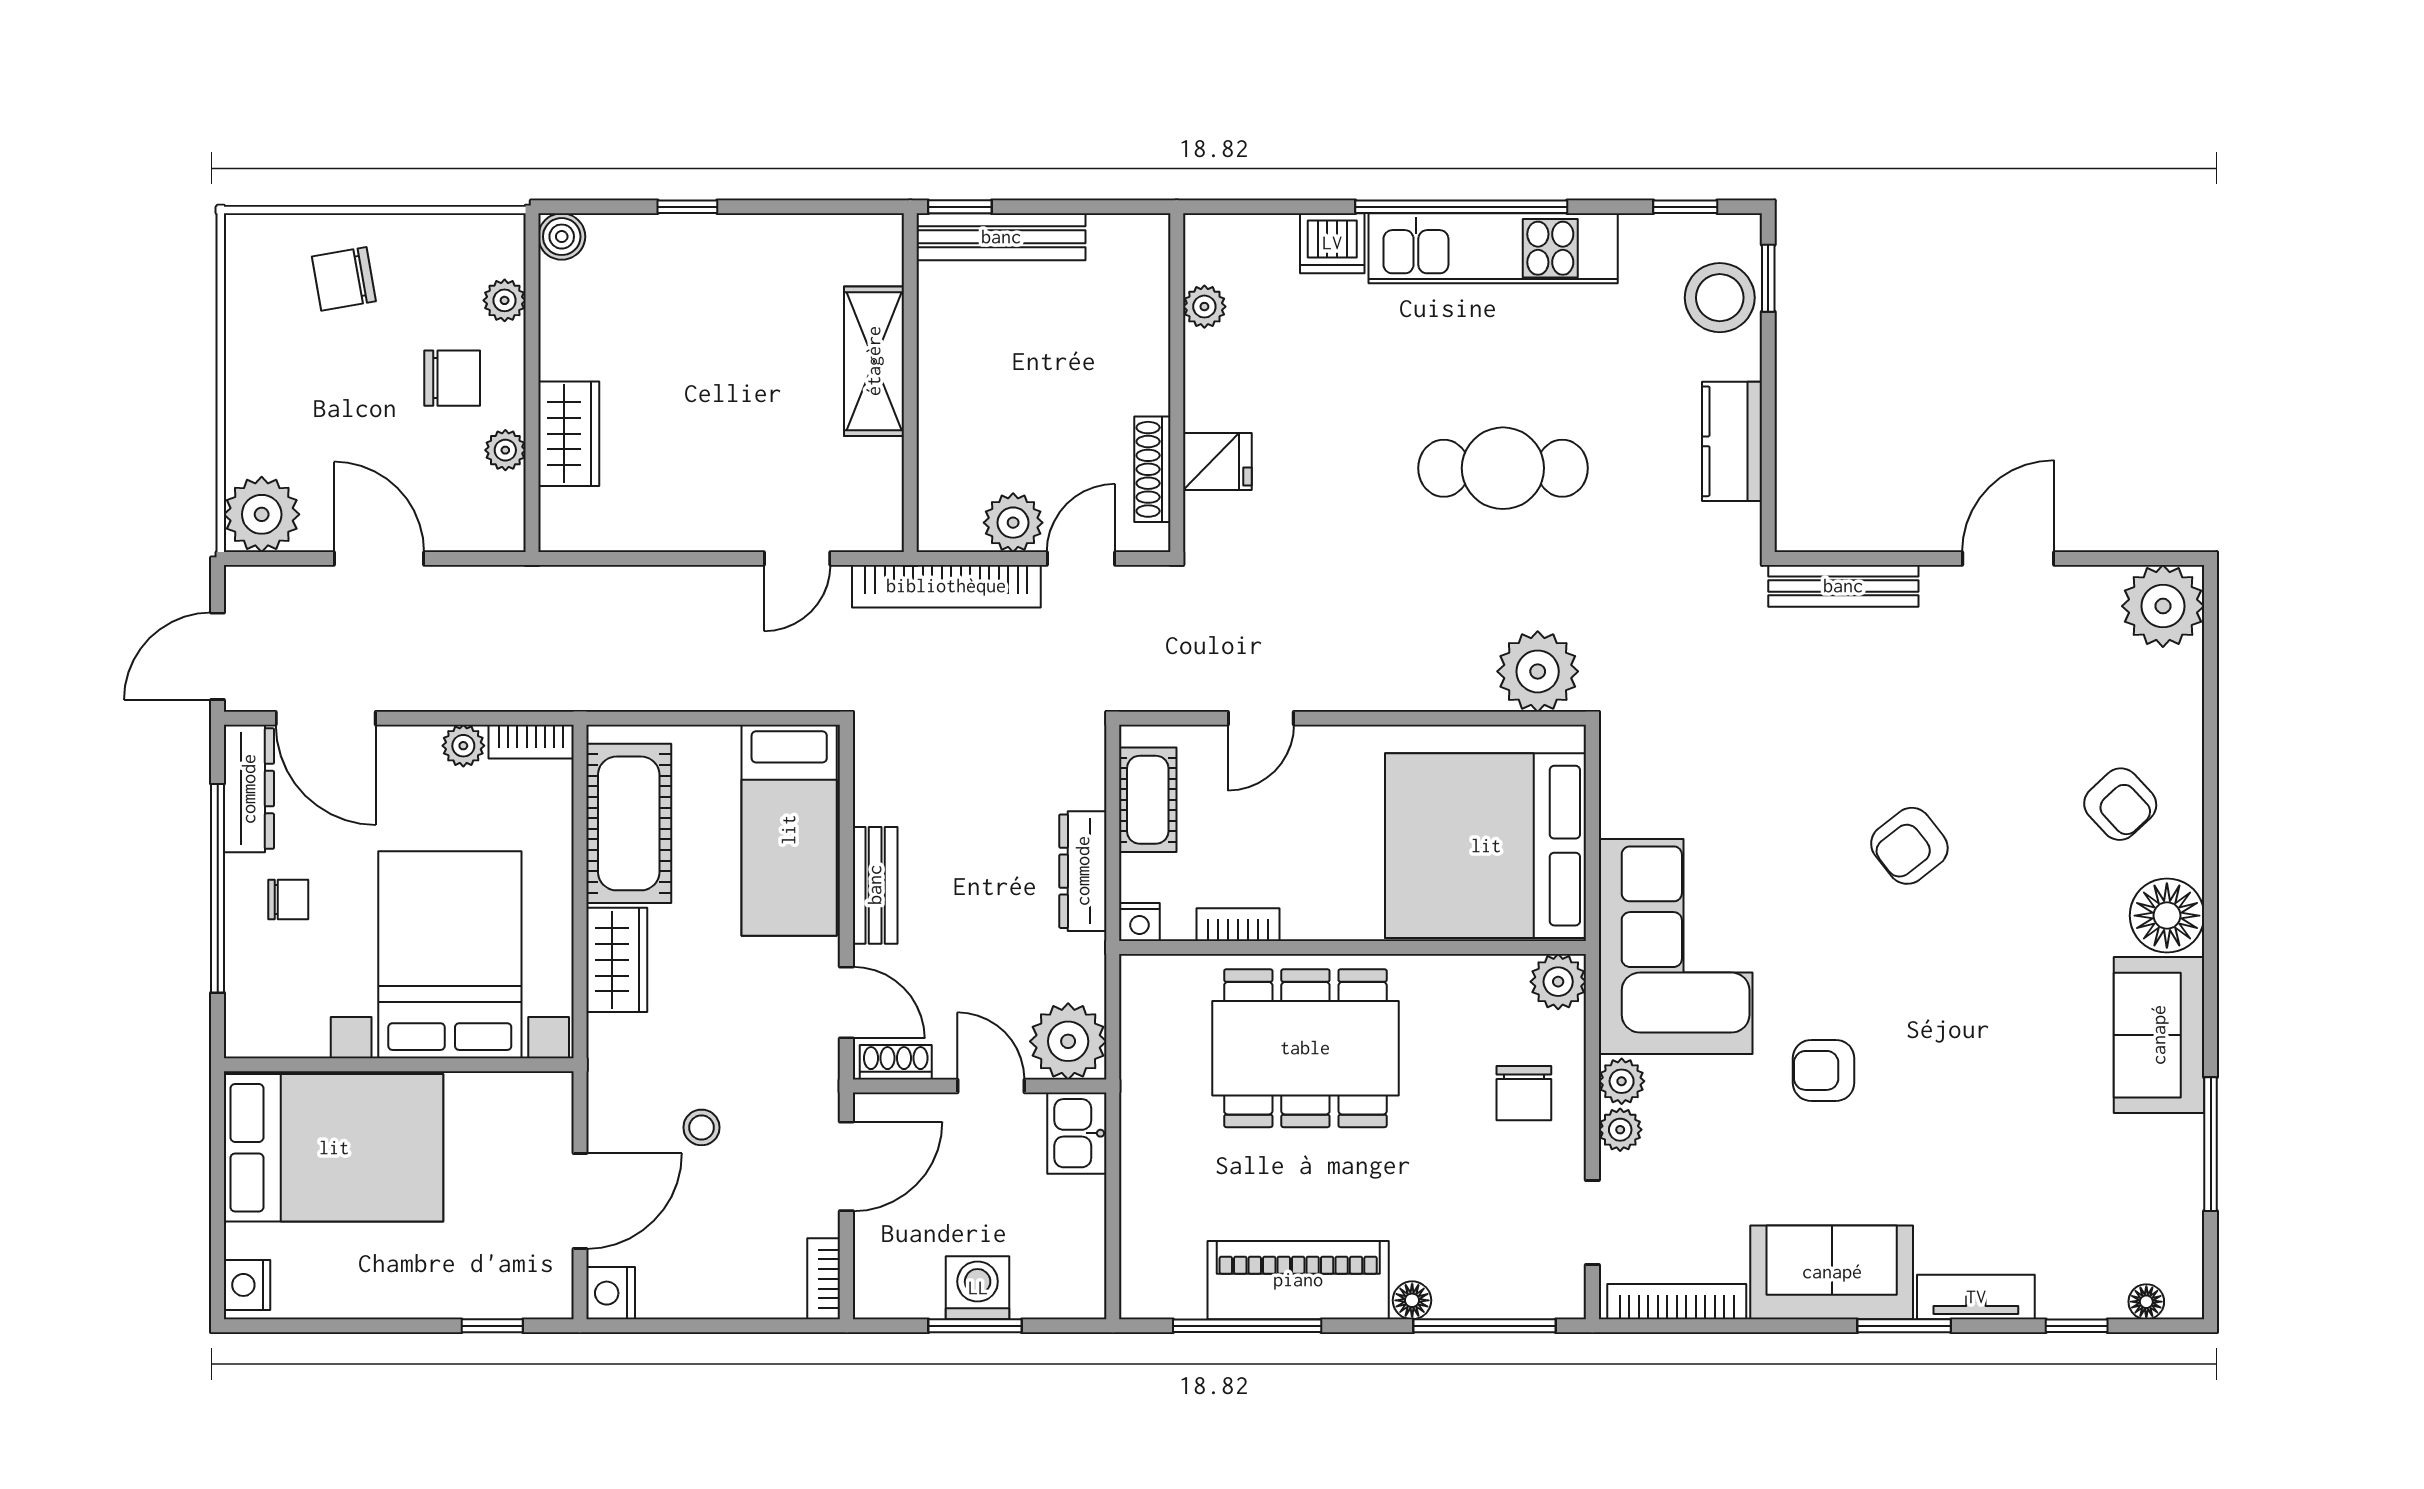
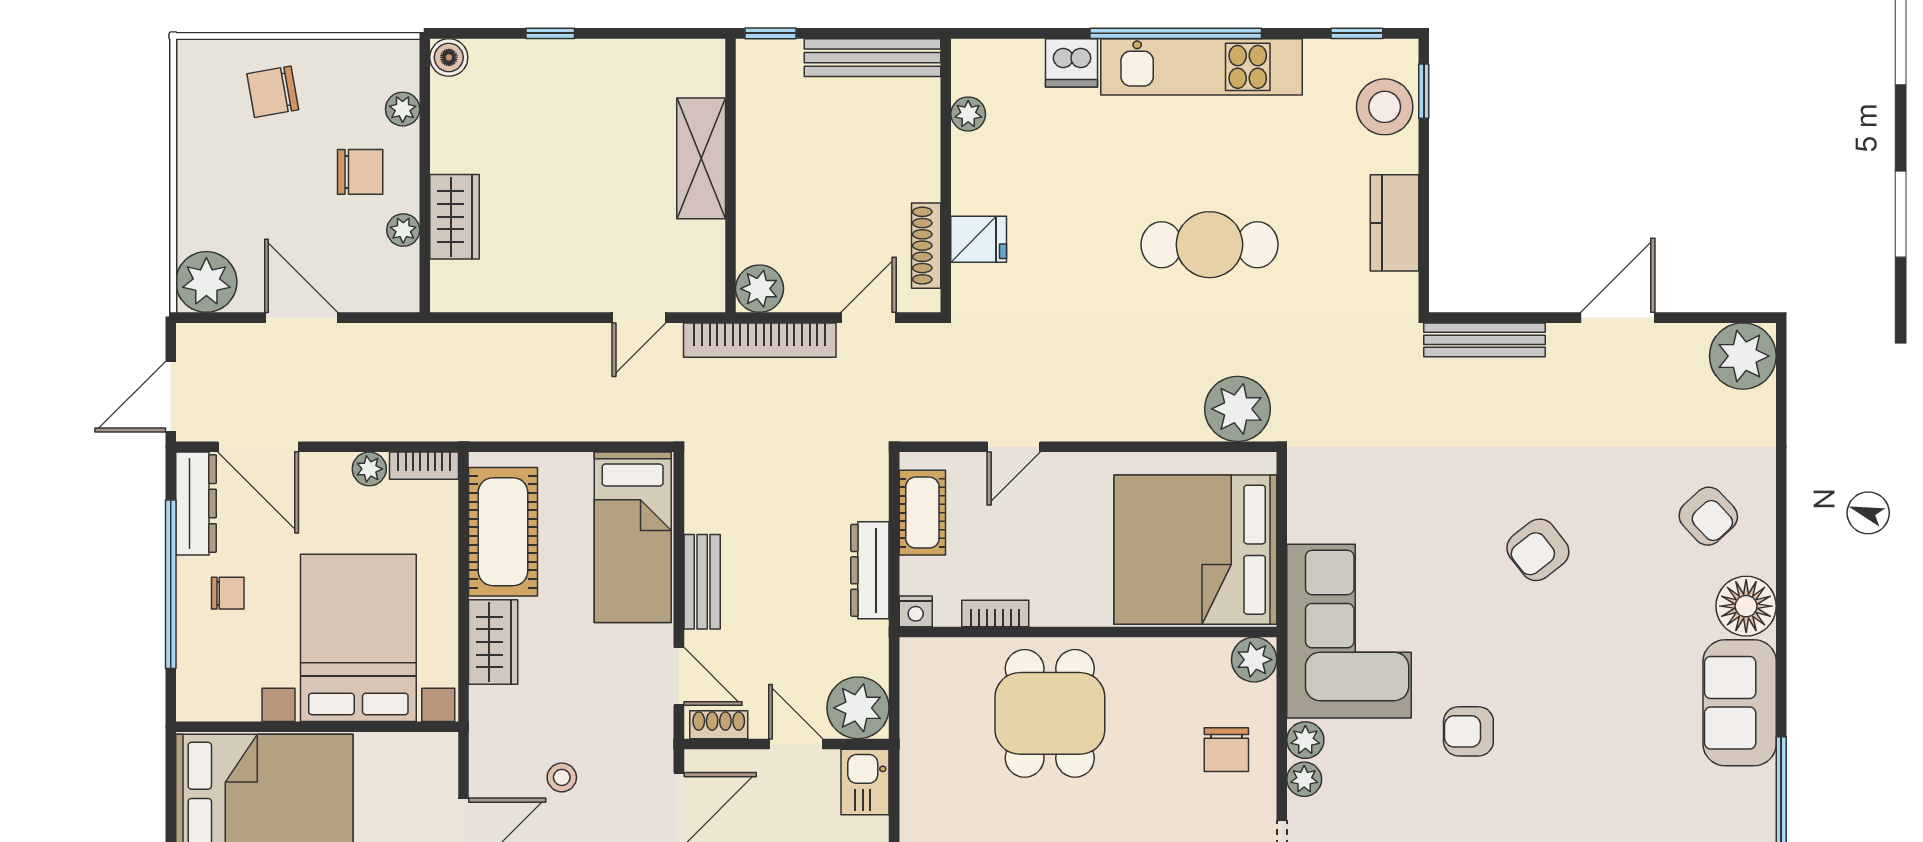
bench: (1001, 237) -> (872, 58), moved
plant: (1013, 523) -> (759, 289), moved
dining table: (1305, 1048) -> (1050, 713), width x0.73

